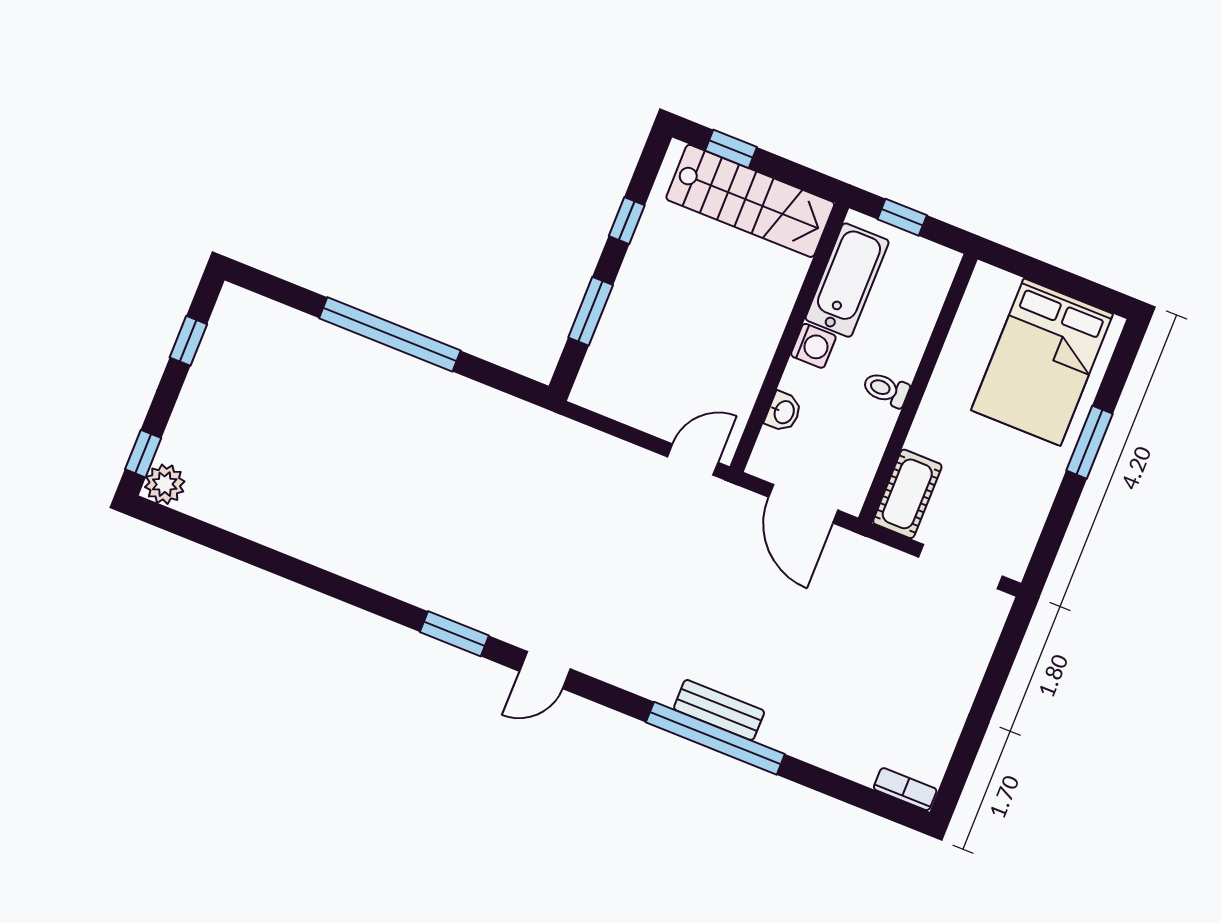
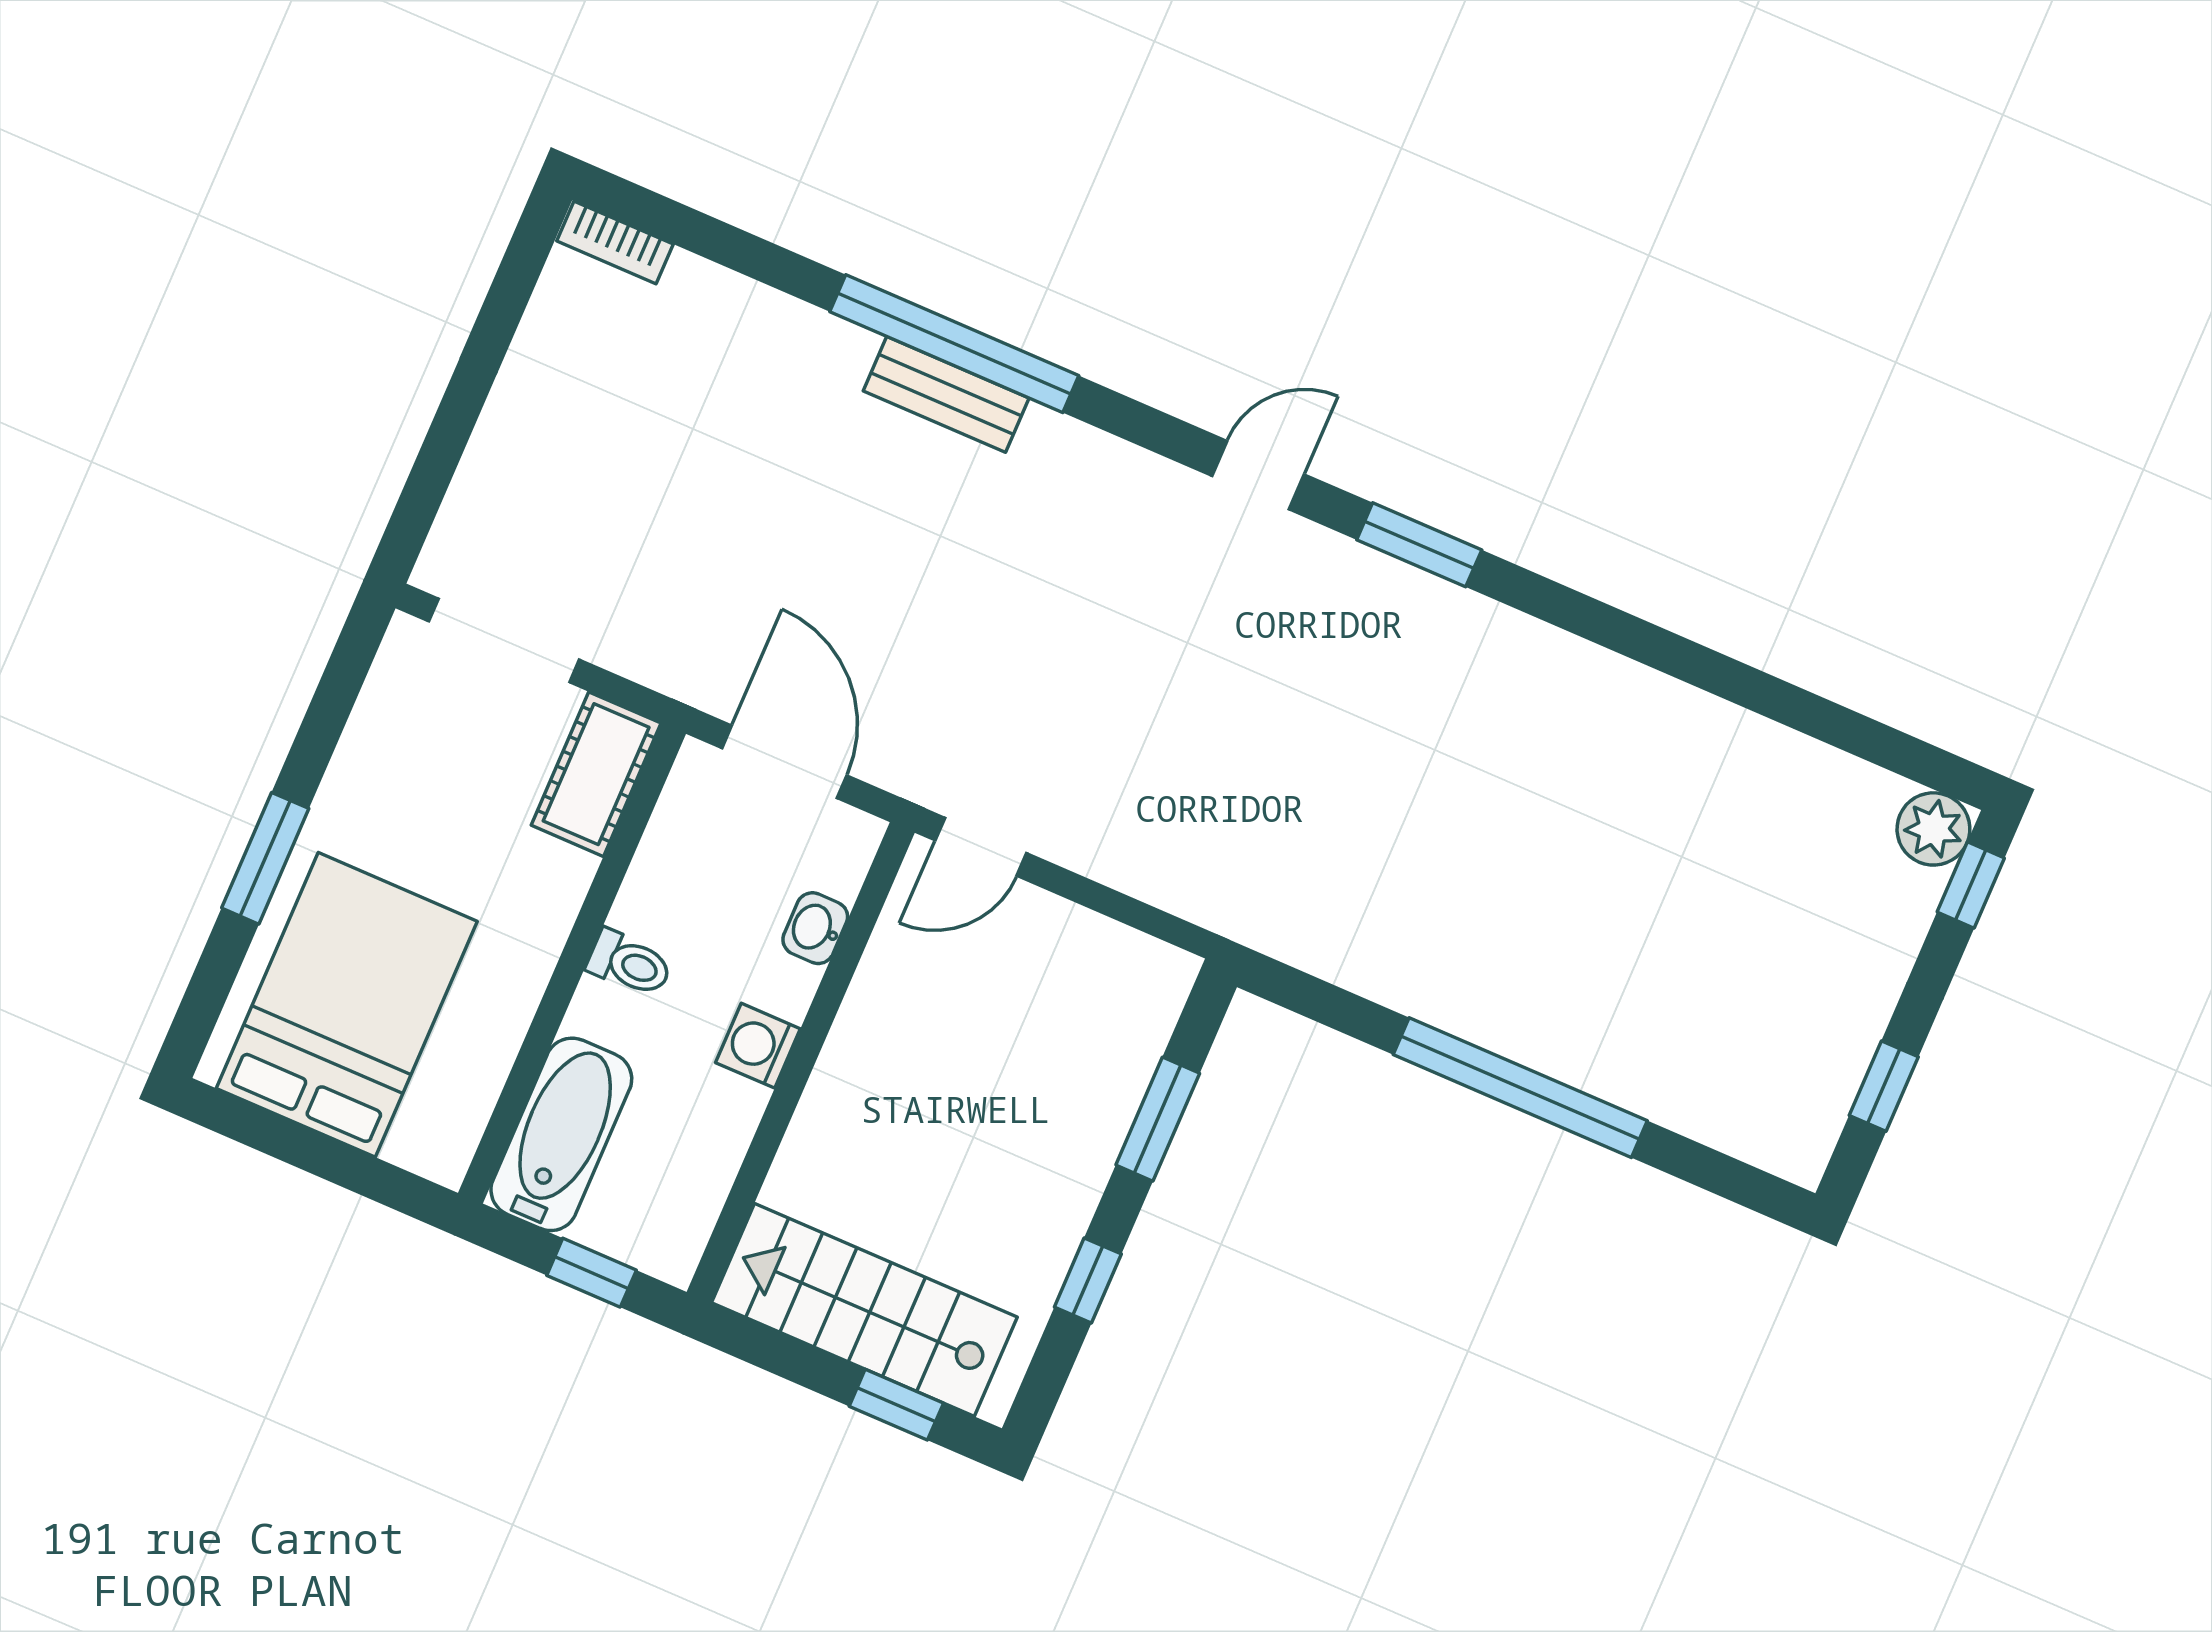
bathtub: (847, 280) -> (561, 1134), moved, turned 180

